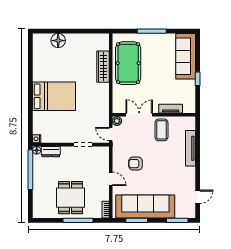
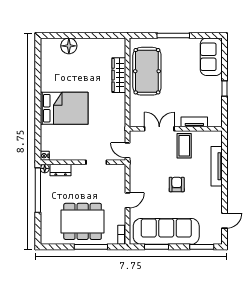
sofa: (186, 56) -> (211, 57), width x0.73
plant: (117, 121) -> (134, 136), removed
armchair: (136, 164) -> (177, 185), moved, turned 90
door: (111, 179) -> (127, 200), hinge flipped
dining table: (71, 198) -> (83, 221), width x1.37

